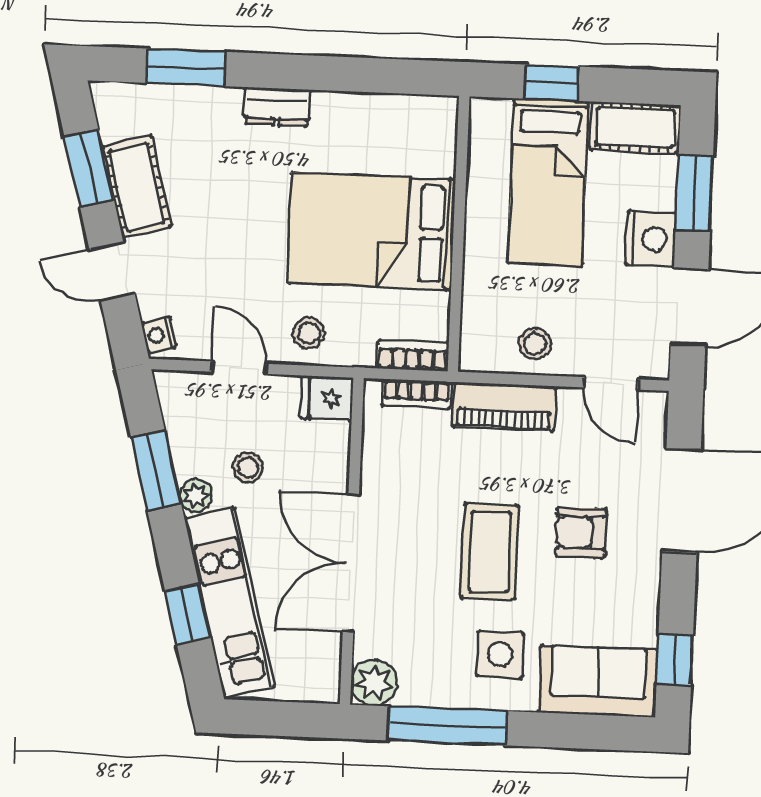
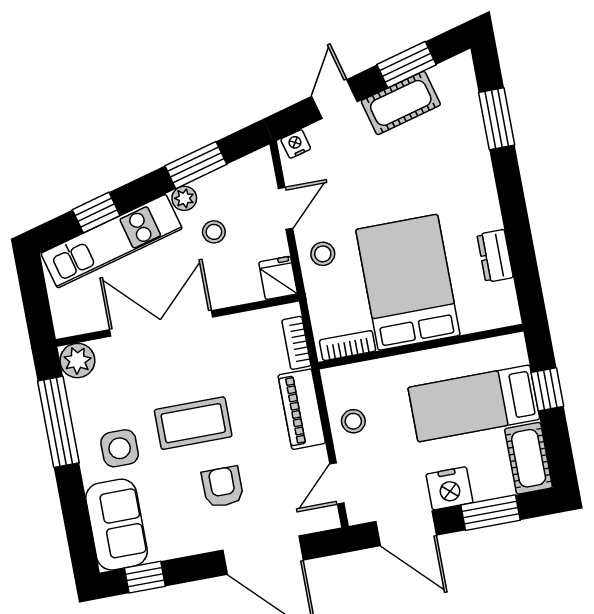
dresser: (277, 107) -> (495, 256), moved
bookcase: (413, 356) -> (348, 346), moved, turned -90

